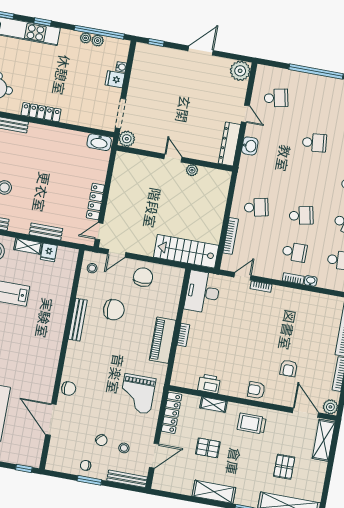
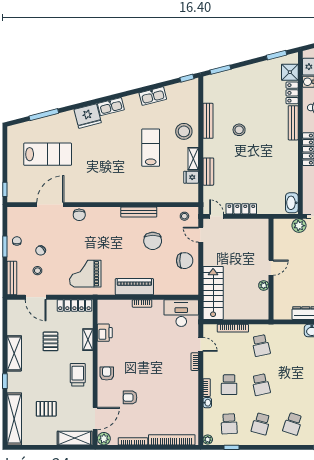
door: (173, 158) -> (271, 268), moved
wall: (175, 158) -> (271, 269), moved
plant: (192, 170) -> (264, 285), moved

